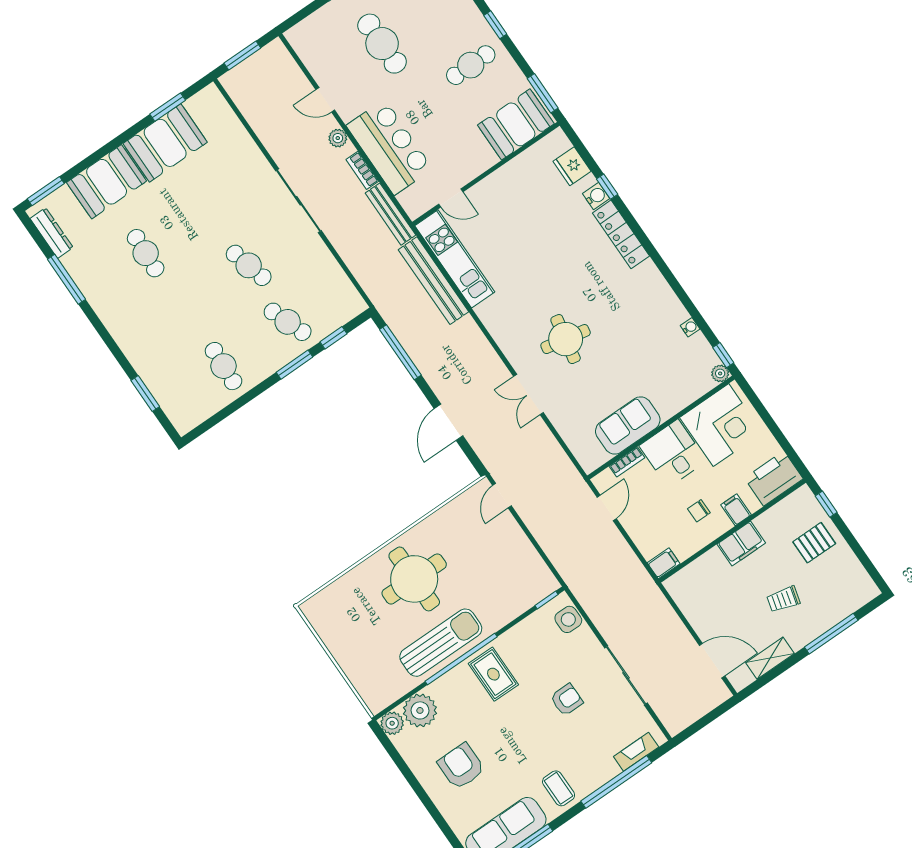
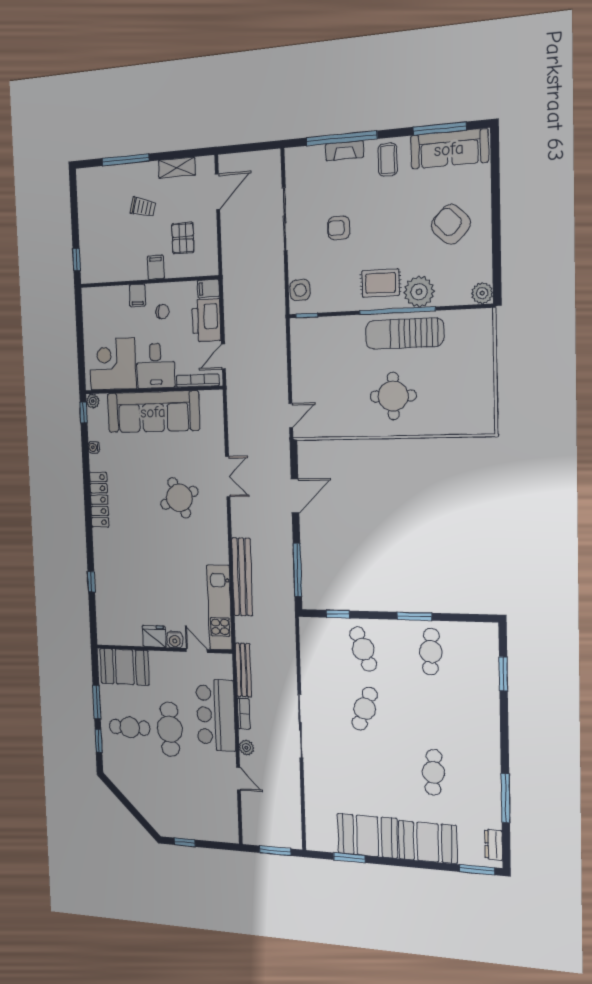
cafe table: (382, 44) -> (170, 729), moved
window: (543, 93) -> (97, 702), moved
fridge: (572, 166) -> (154, 636), moved, turned -90
water cooler: (596, 196) -> (175, 640), moved, turned -90
dresser: (52, 233) -> (494, 845), width x0.70
locker: (621, 234) -> (99, 500), moved
cafe table: (249, 265) -> (365, 709), turned 36
bench: (433, 281) -> (242, 577), moved
round table: (566, 339) -> (179, 498), turned -34
window: (295, 365) -> (415, 616), moved
sofa: (628, 425) -> (153, 412), width x1.85, depth x1.27
bookcase: (627, 462) -> (198, 381), width x1.56
printer: (774, 478) -> (206, 320), moved, turned 90
pallet: (814, 543) -> (183, 238), moved, turned 90
filing cabinet: (741, 544) -> (156, 267), width x0.50
round table: (414, 579) -> (393, 396), width x0.73, depth x0.73
door: (712, 661) -> (218, 192), swing flipped
rug: (493, 674) -> (381, 283), turned 90
plant: (420, 710) -> (419, 292), moved
fireplace: (636, 752) -> (345, 151), moved
armchair: (461, 766) -> (451, 224), turned 134

